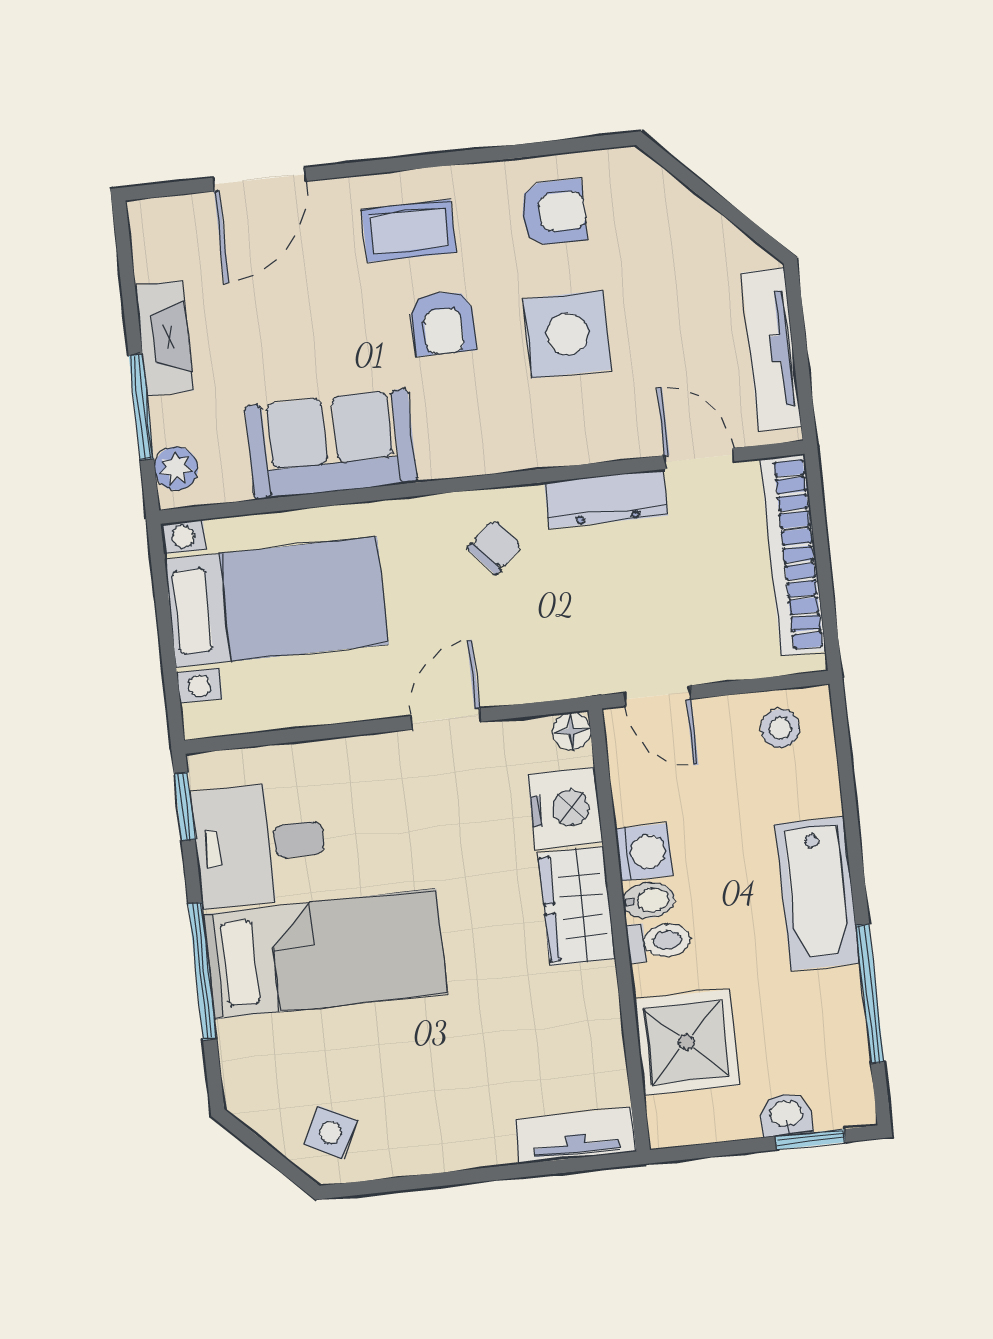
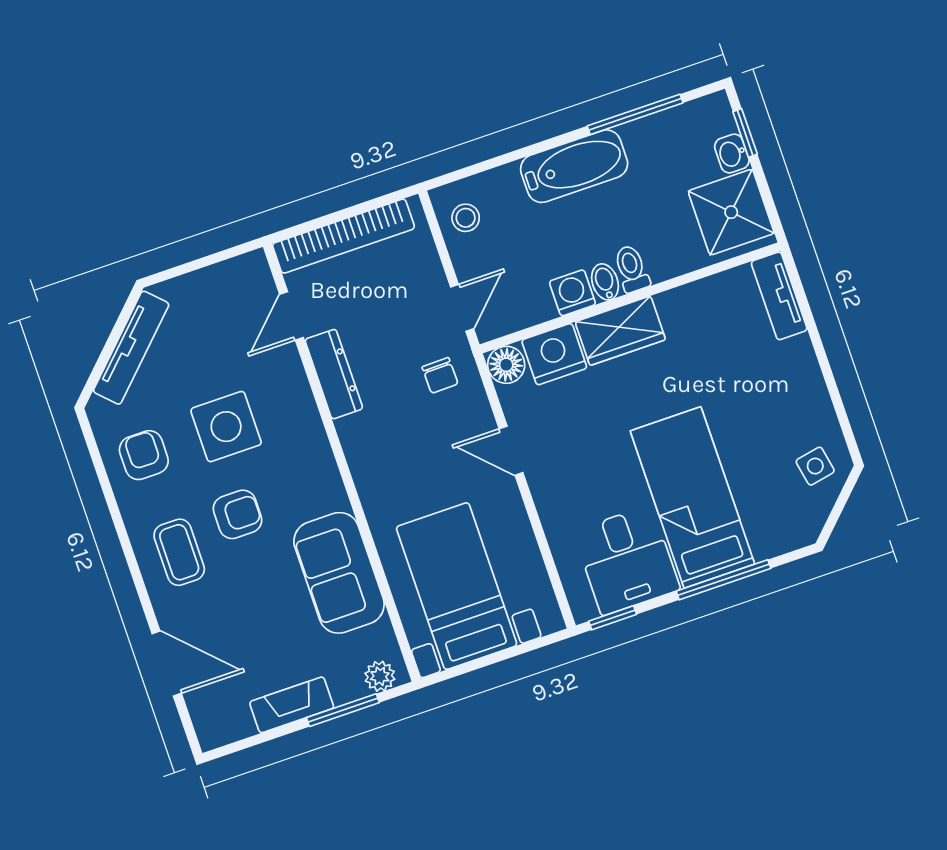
tv unit: (771, 349) -> (131, 348), moved, turned -45
chair: (495, 547) -> (440, 375), moved, turned -140
floor lamp: (572, 731) -> (506, 365), width x1.37, depth x1.37
shower: (686, 1042) -> (731, 212), moved
side table: (330, 1132) -> (815, 466), turned -38

